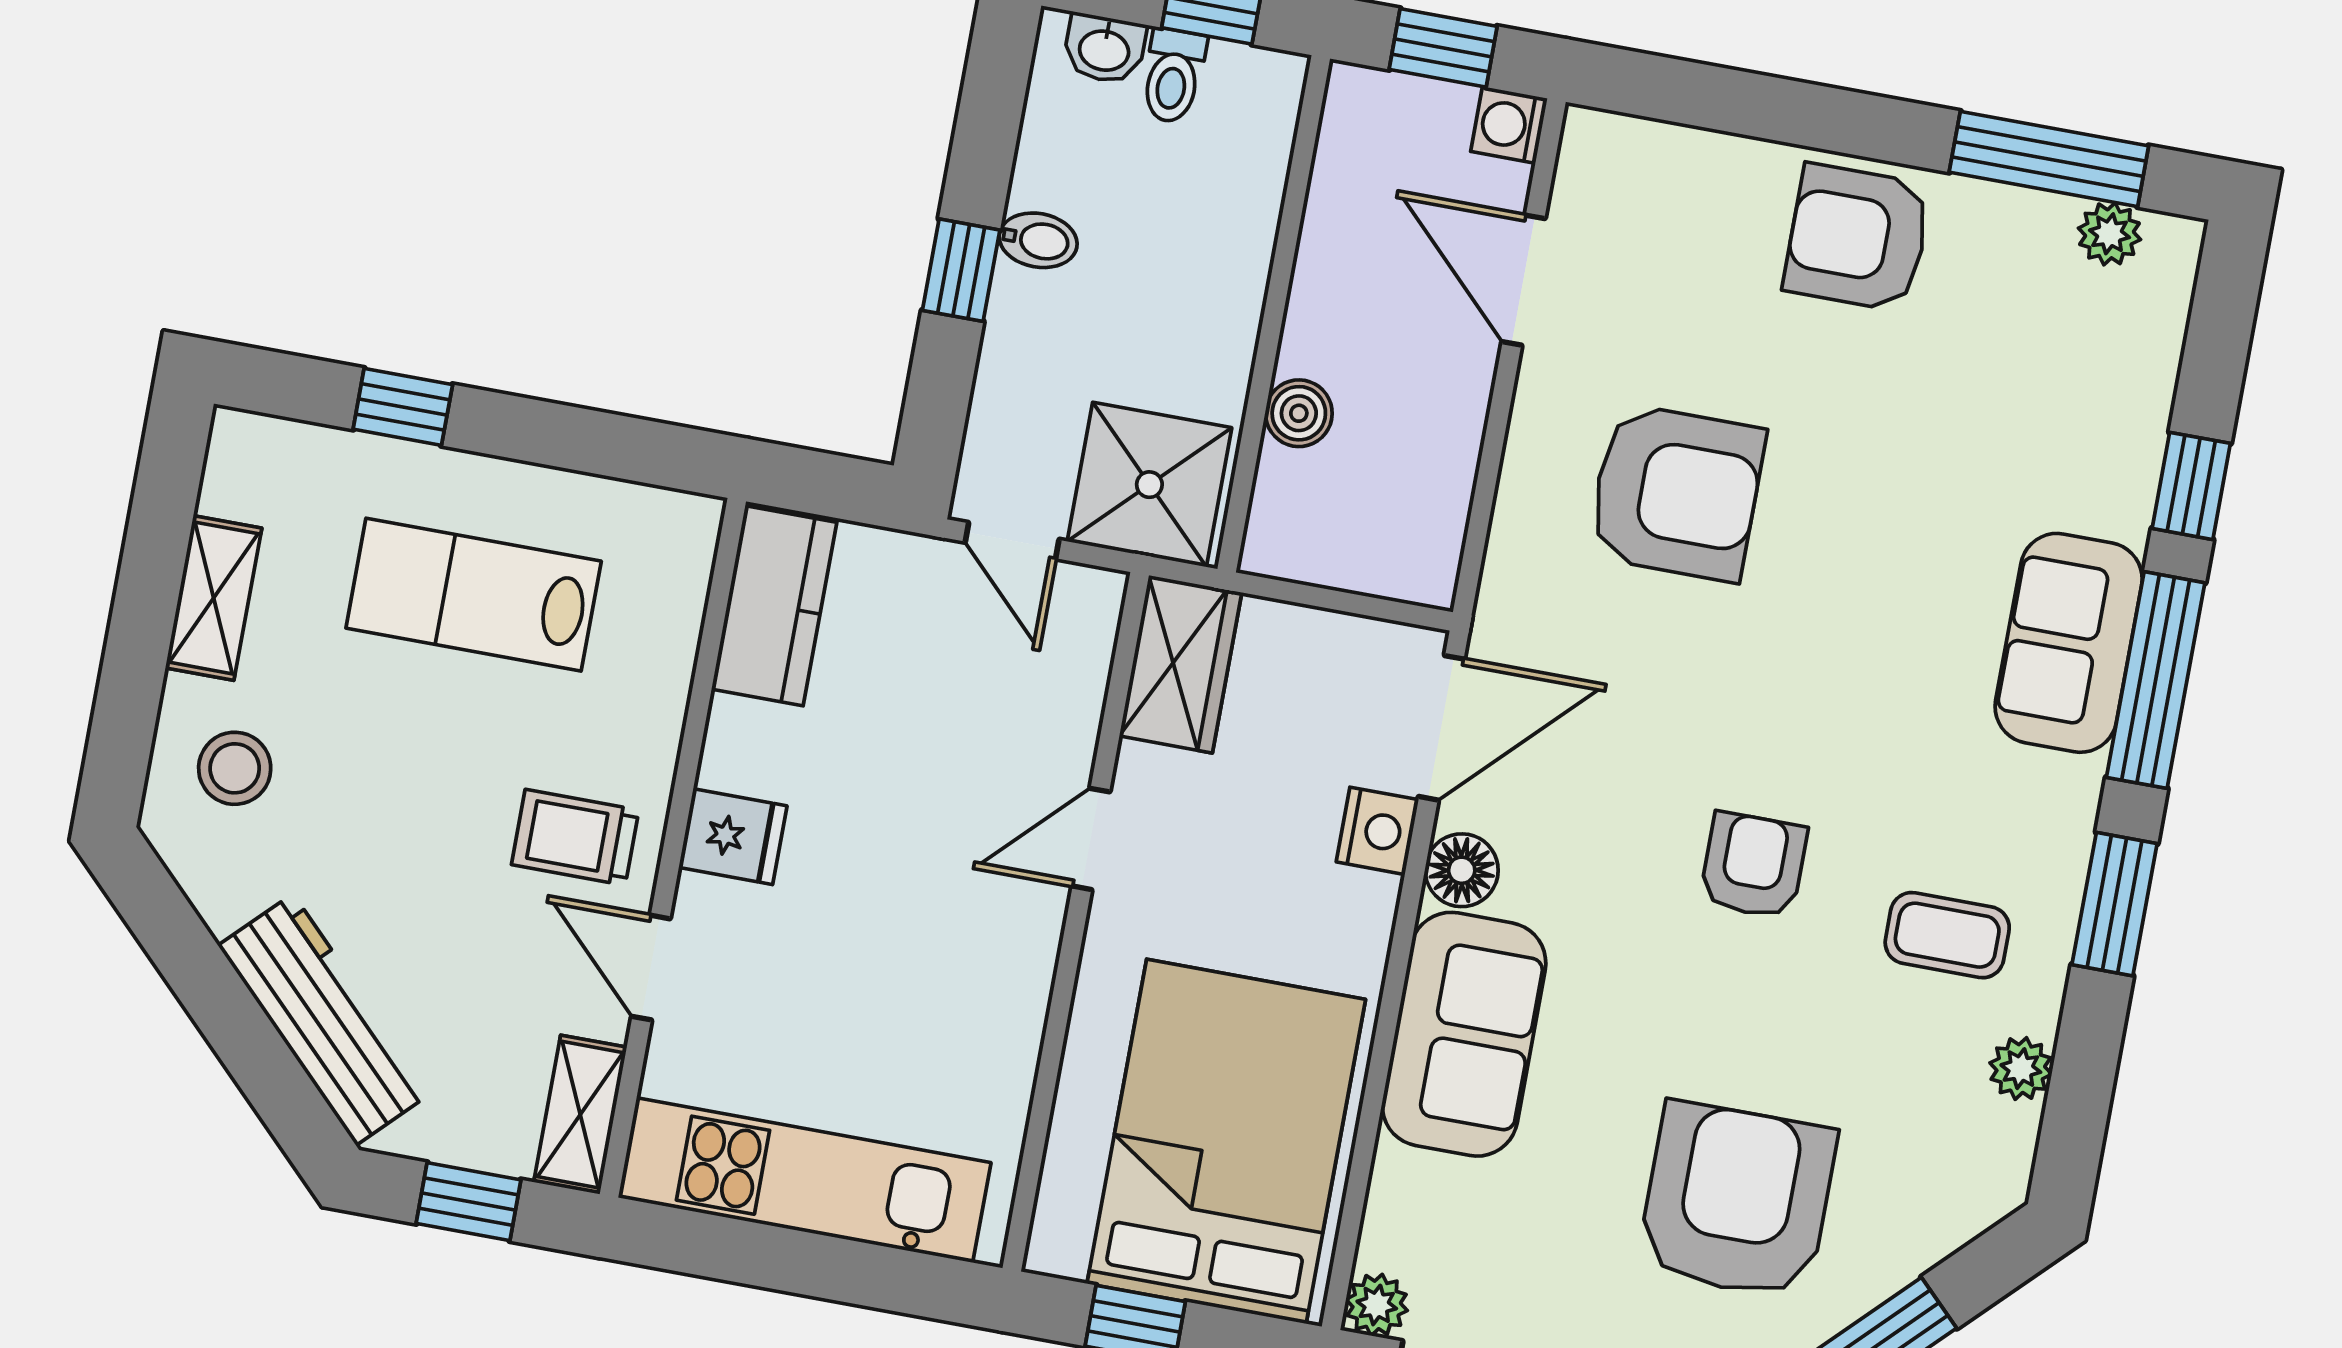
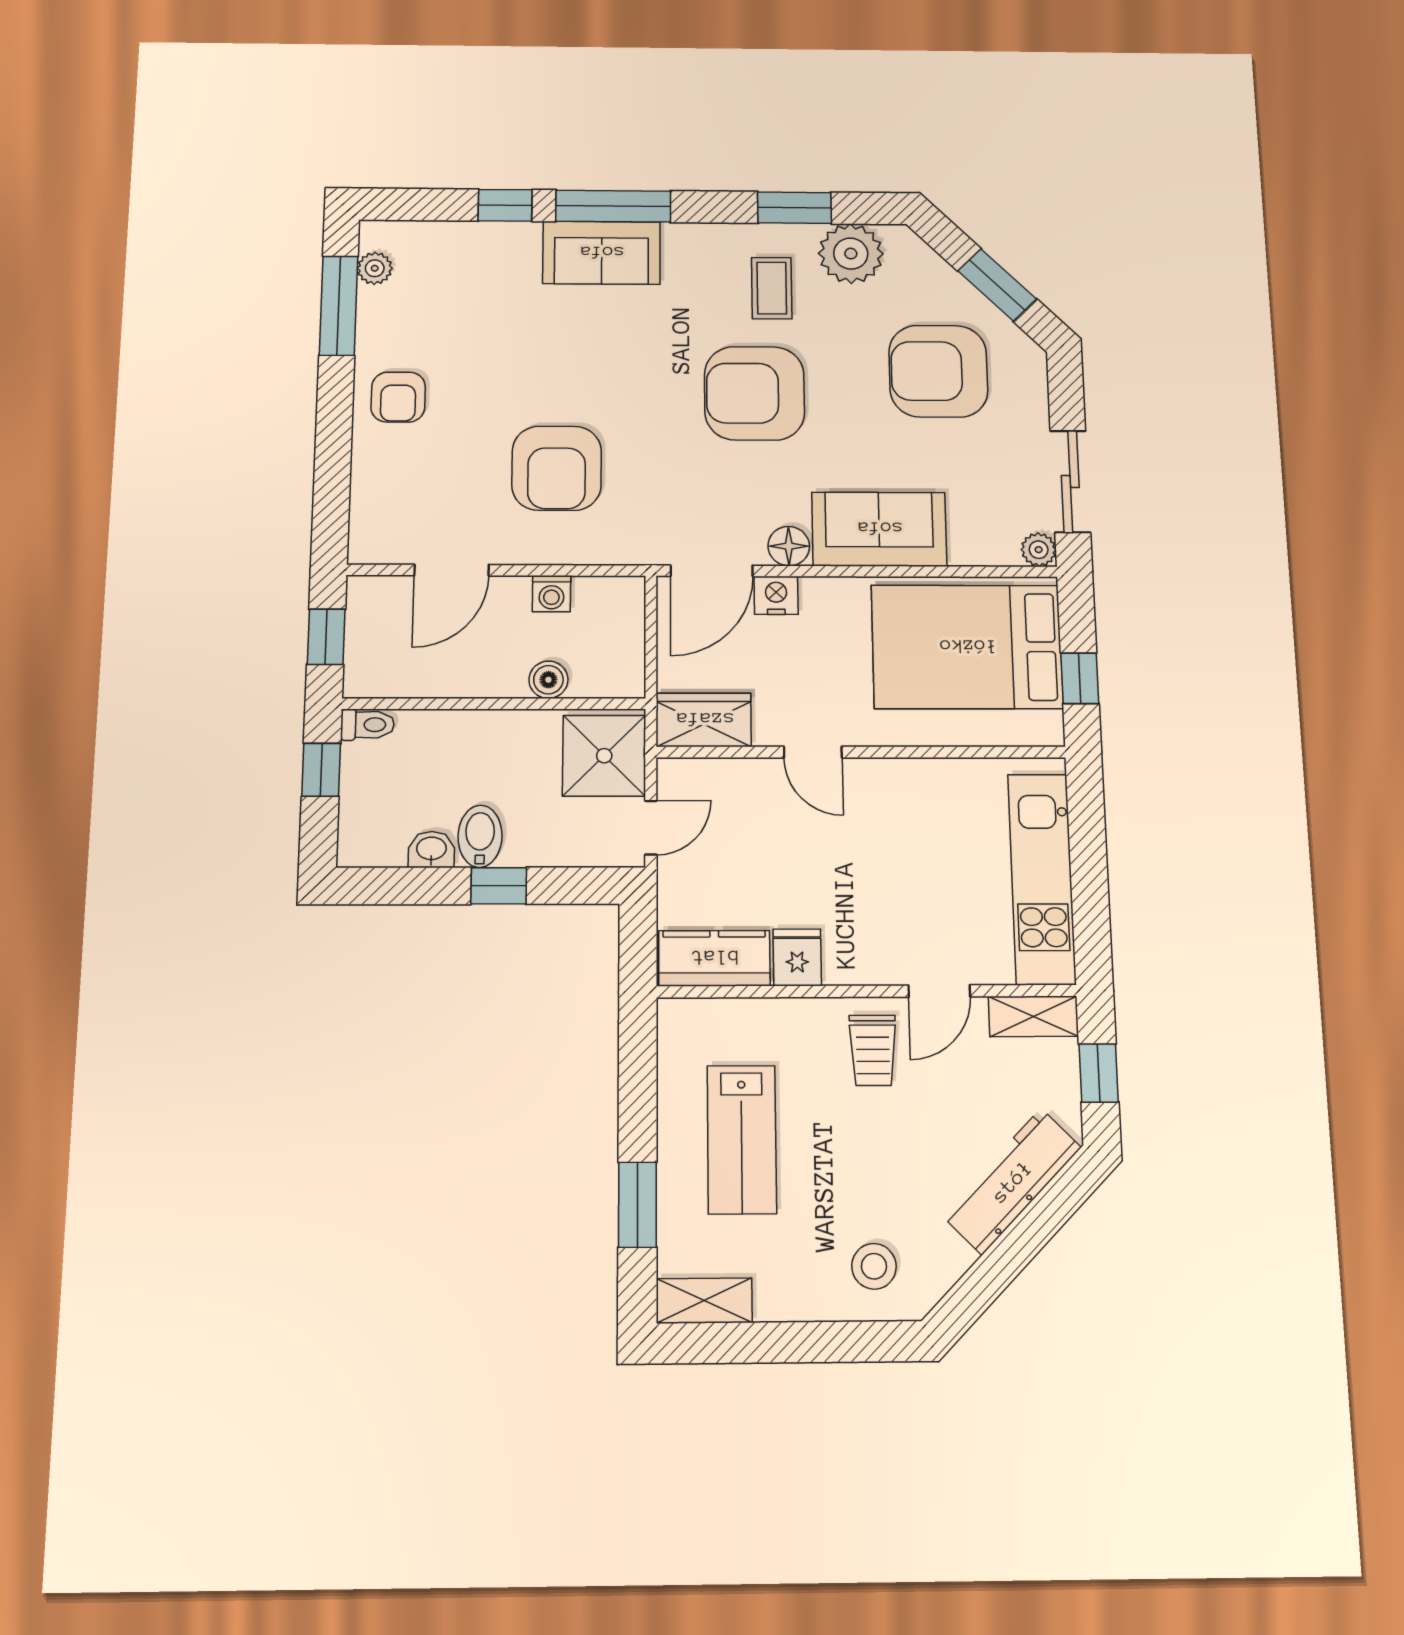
washbasin: (1104, 49) -> (431, 849), moved, turned -90
toilet: (1173, 76) -> (367, 725), moved
washing machine: (1509, 125) -> (552, 594), moved
armchair: (1858, 238) -> (398, 397), width x0.72, depth x0.72
bidet: (1038, 240) -> (480, 836), width x1.38, depth x1.36
window: (403, 407) -> (637, 1205), width x1.50
armchair: (1676, 493) -> (557, 468), turned 180
shelving: (214, 598) -> (704, 1301), moved
door: (1441, 728) -> (712, 571), swing flipped
fridge: (733, 837) -> (797, 957), moved
armchair: (1753, 865) -> (754, 393), width x1.88, depth x1.88
window: (2115, 904) -> (794, 208), moved
plant: (2021, 1069) -> (851, 254), width x1.87, depth x1.87

